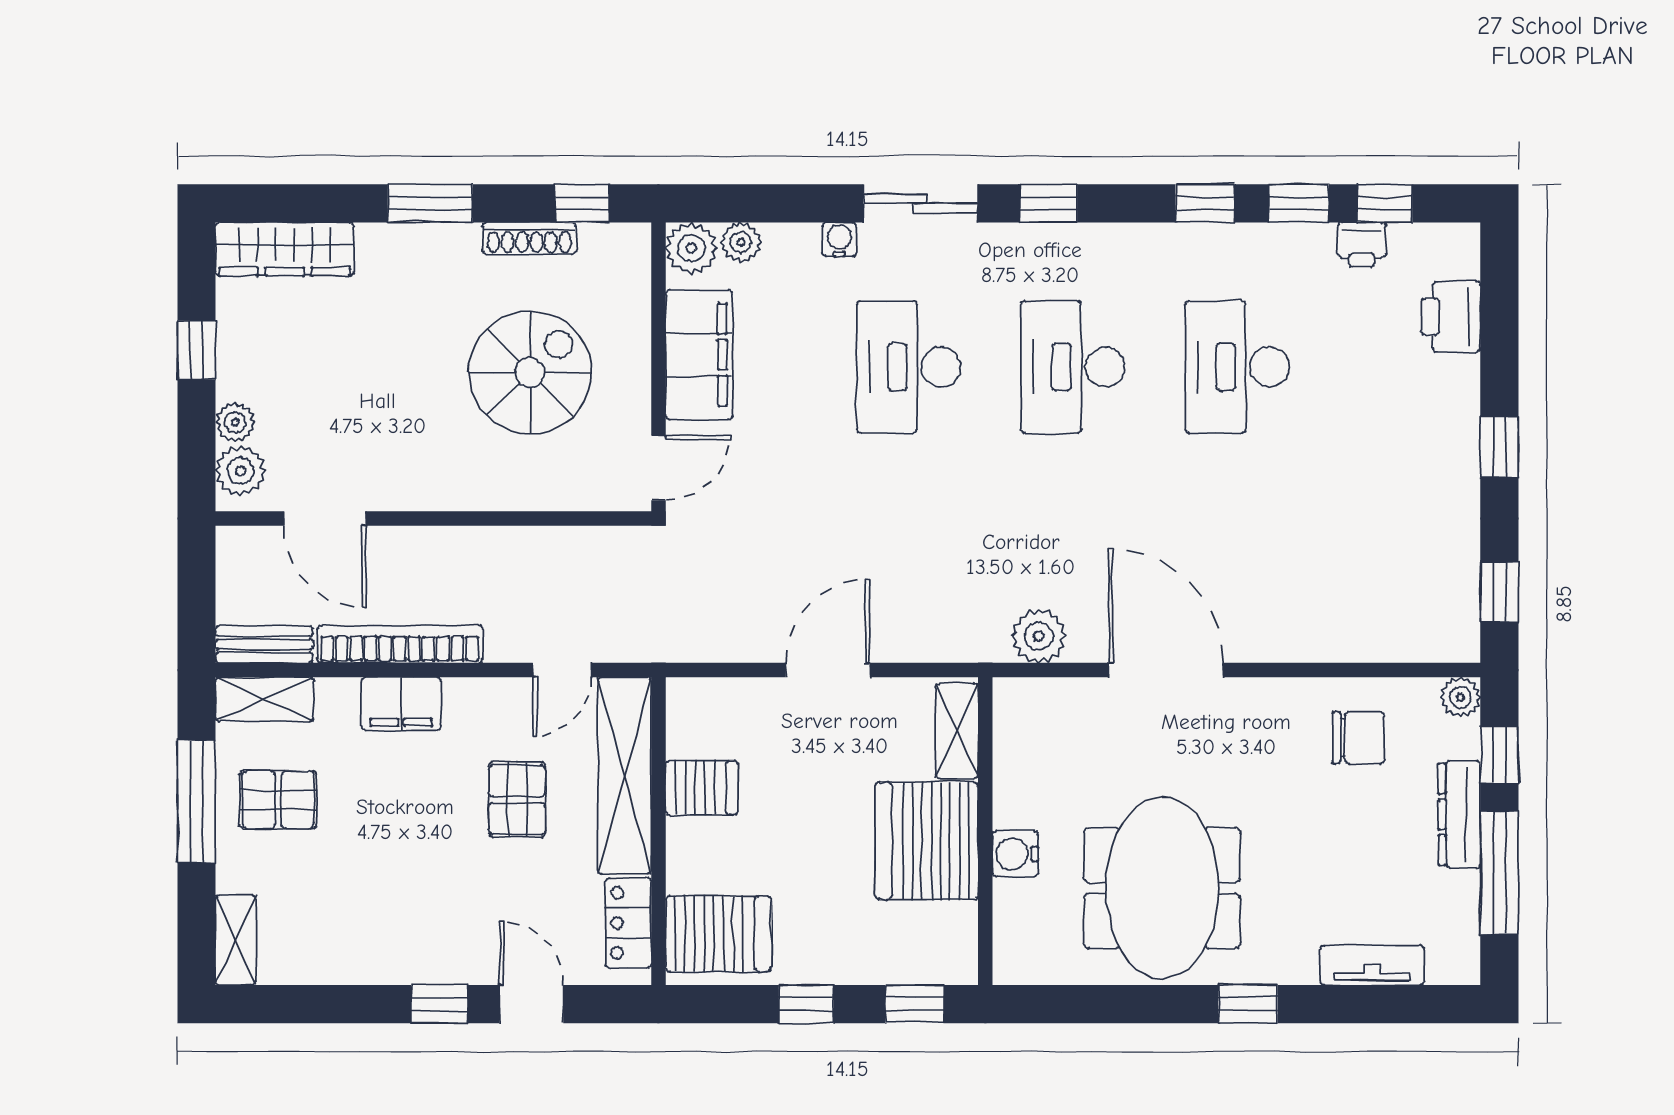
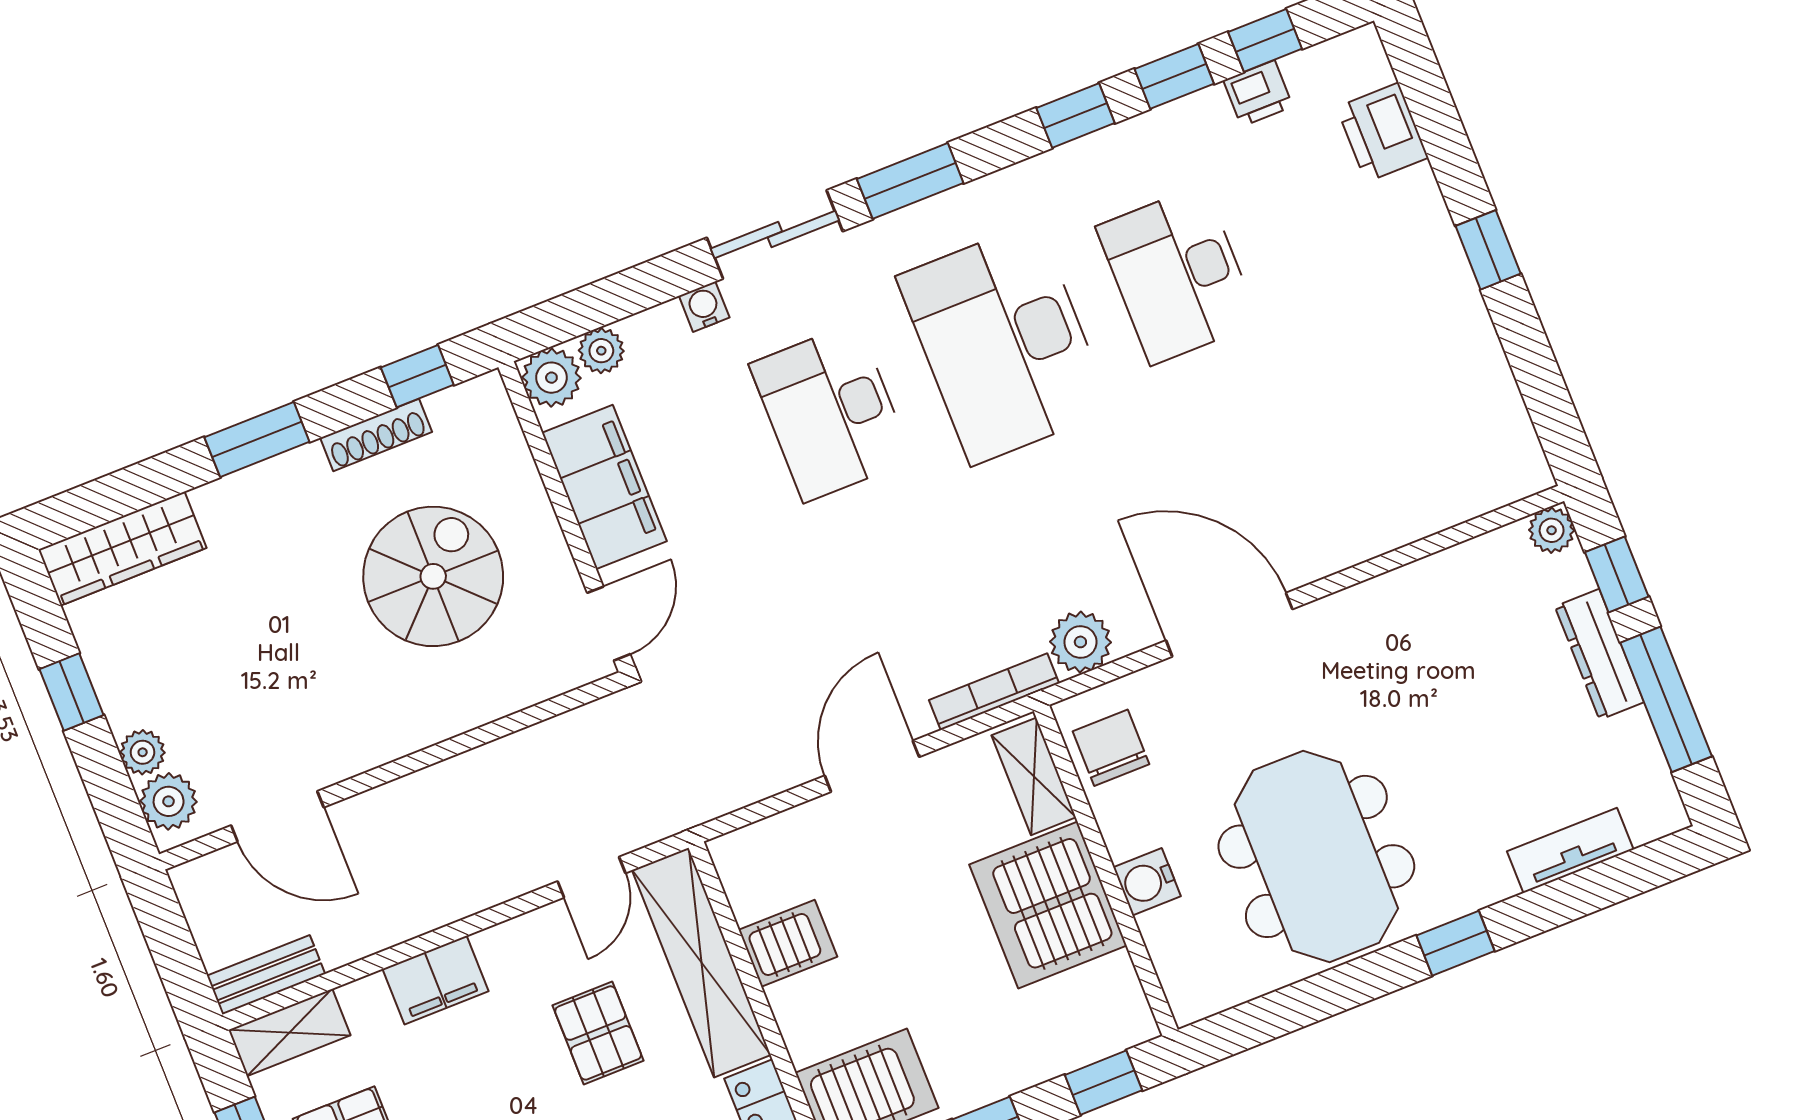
window: (1049, 203) -> (910, 181), width x1.50
desk: (1073, 367) -> (1004, 343), width x1.36, depth x1.30
window: (1499, 592) -> (1549, 403), removed
bookcase: (400, 644) -> (994, 692), moved, width x0.68, depth x0.76
chair: (1358, 738) -> (1111, 748), moved, turned -90

